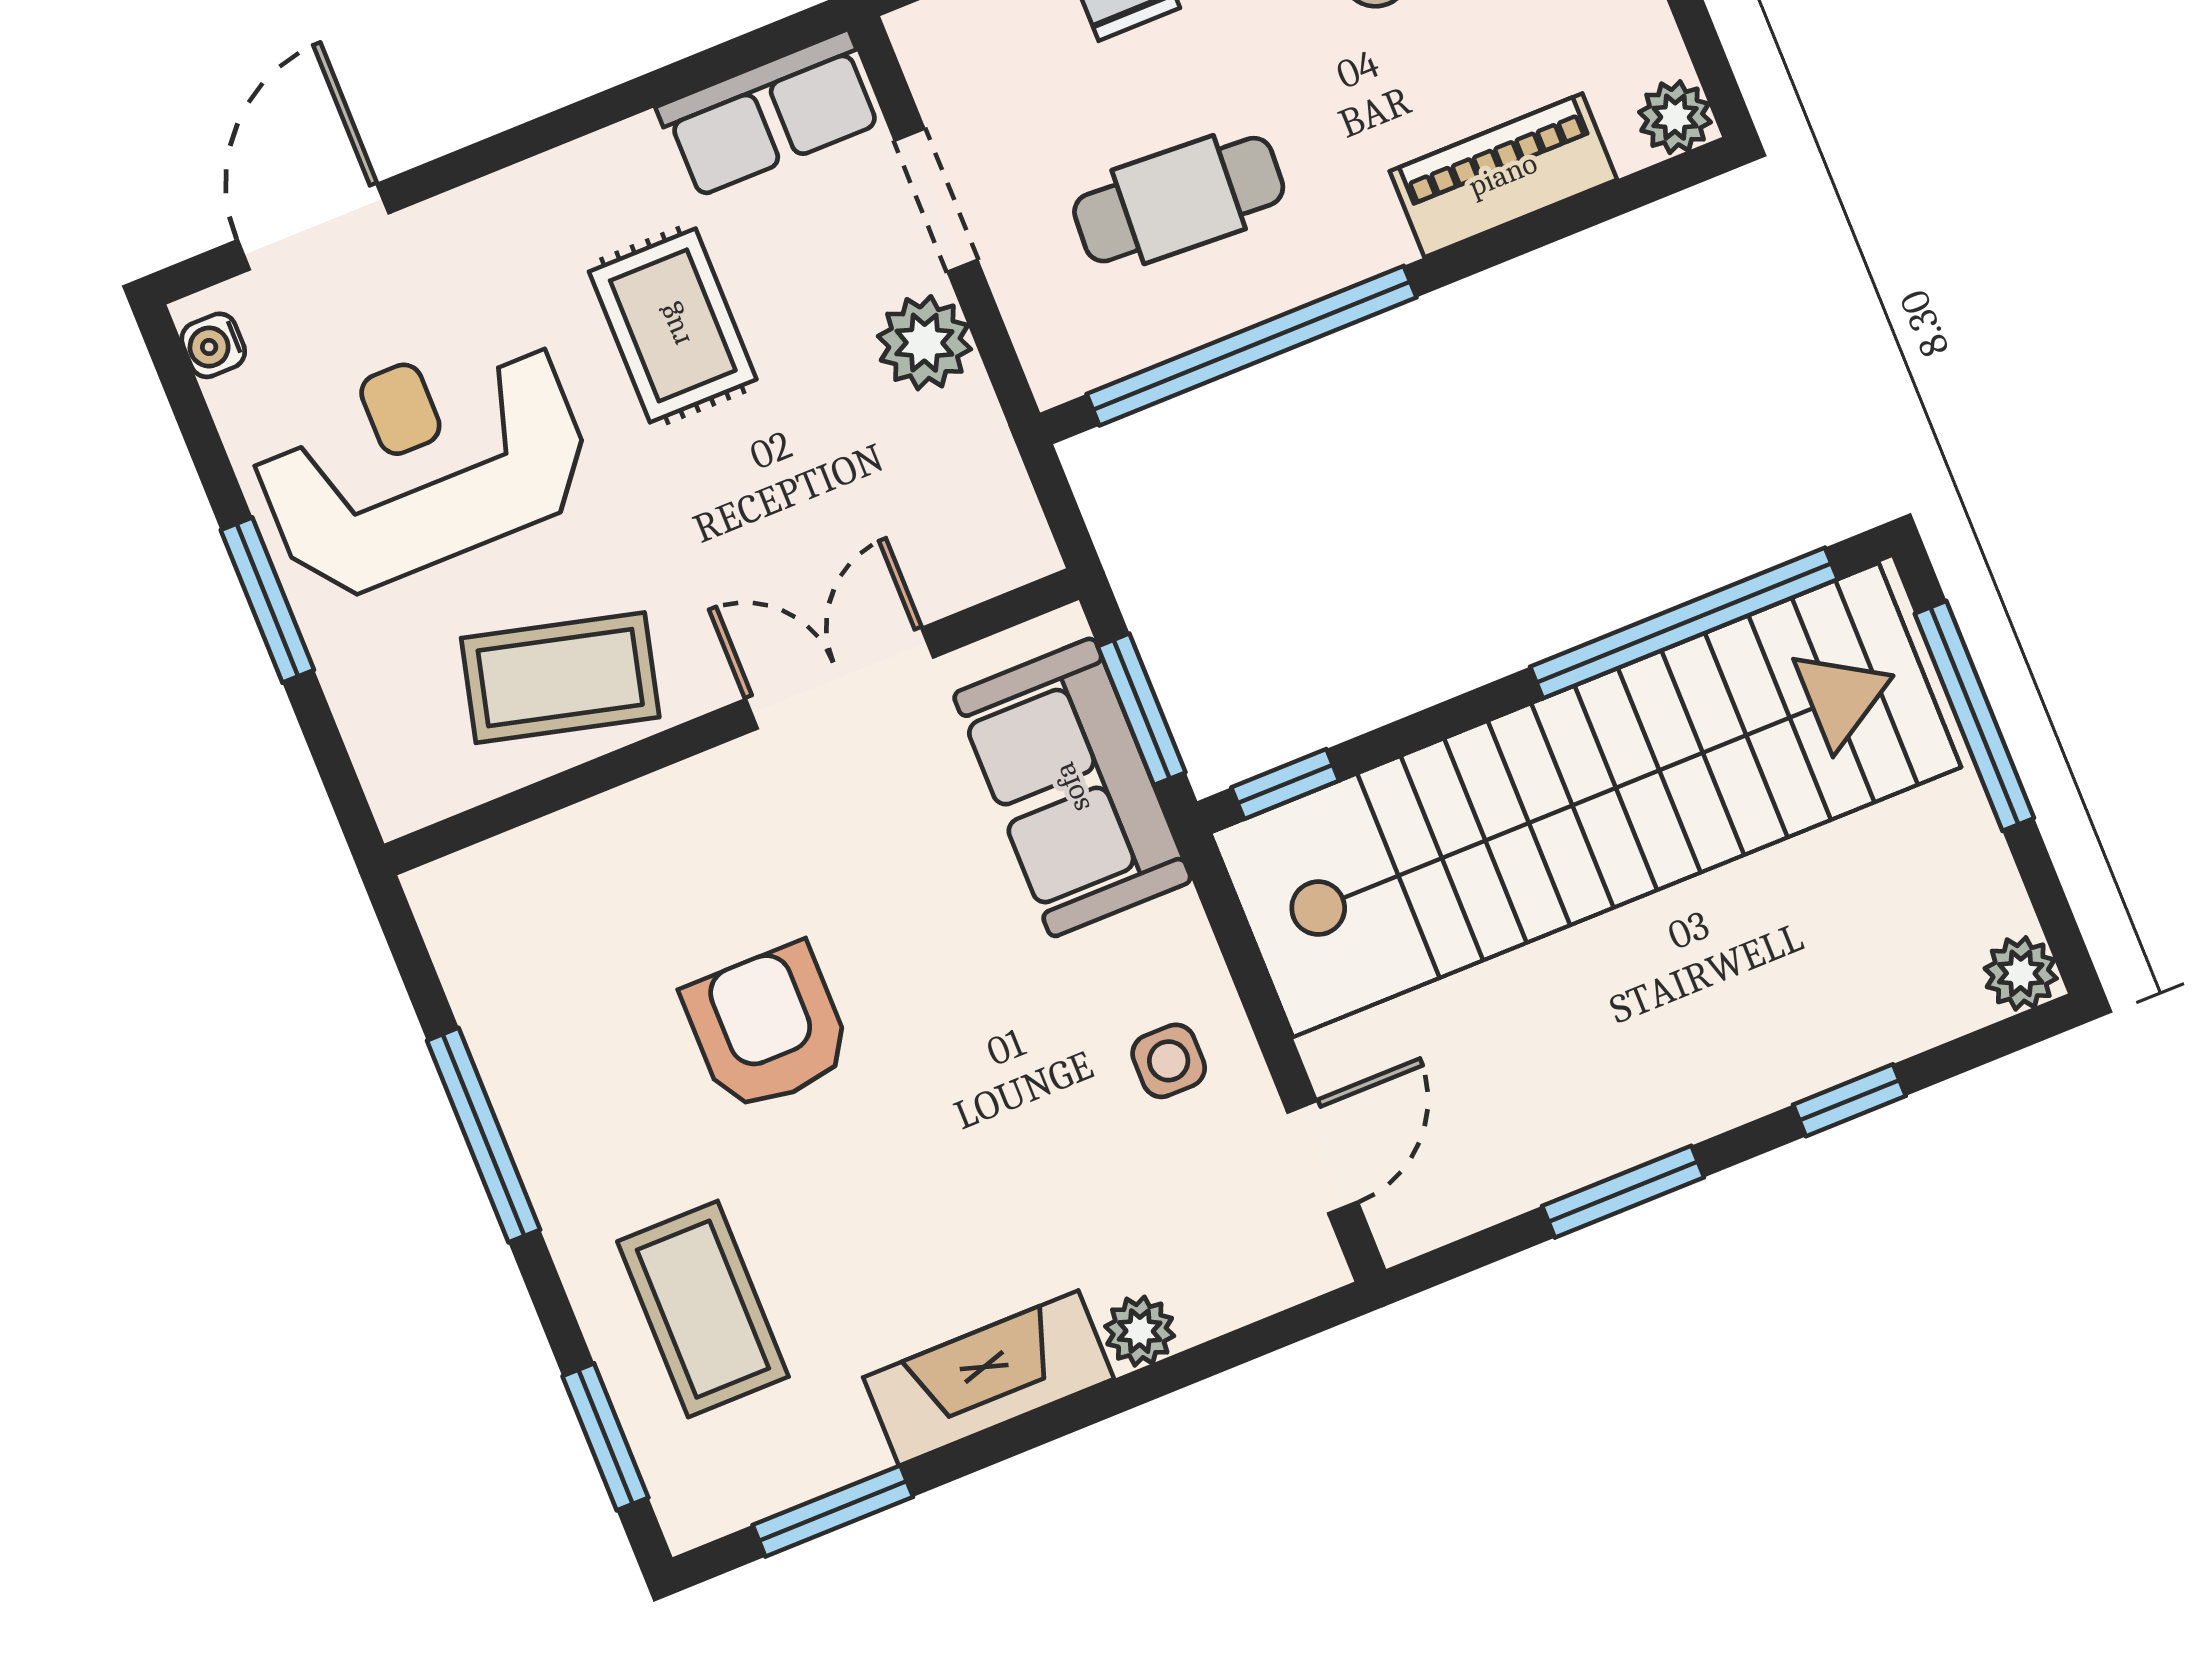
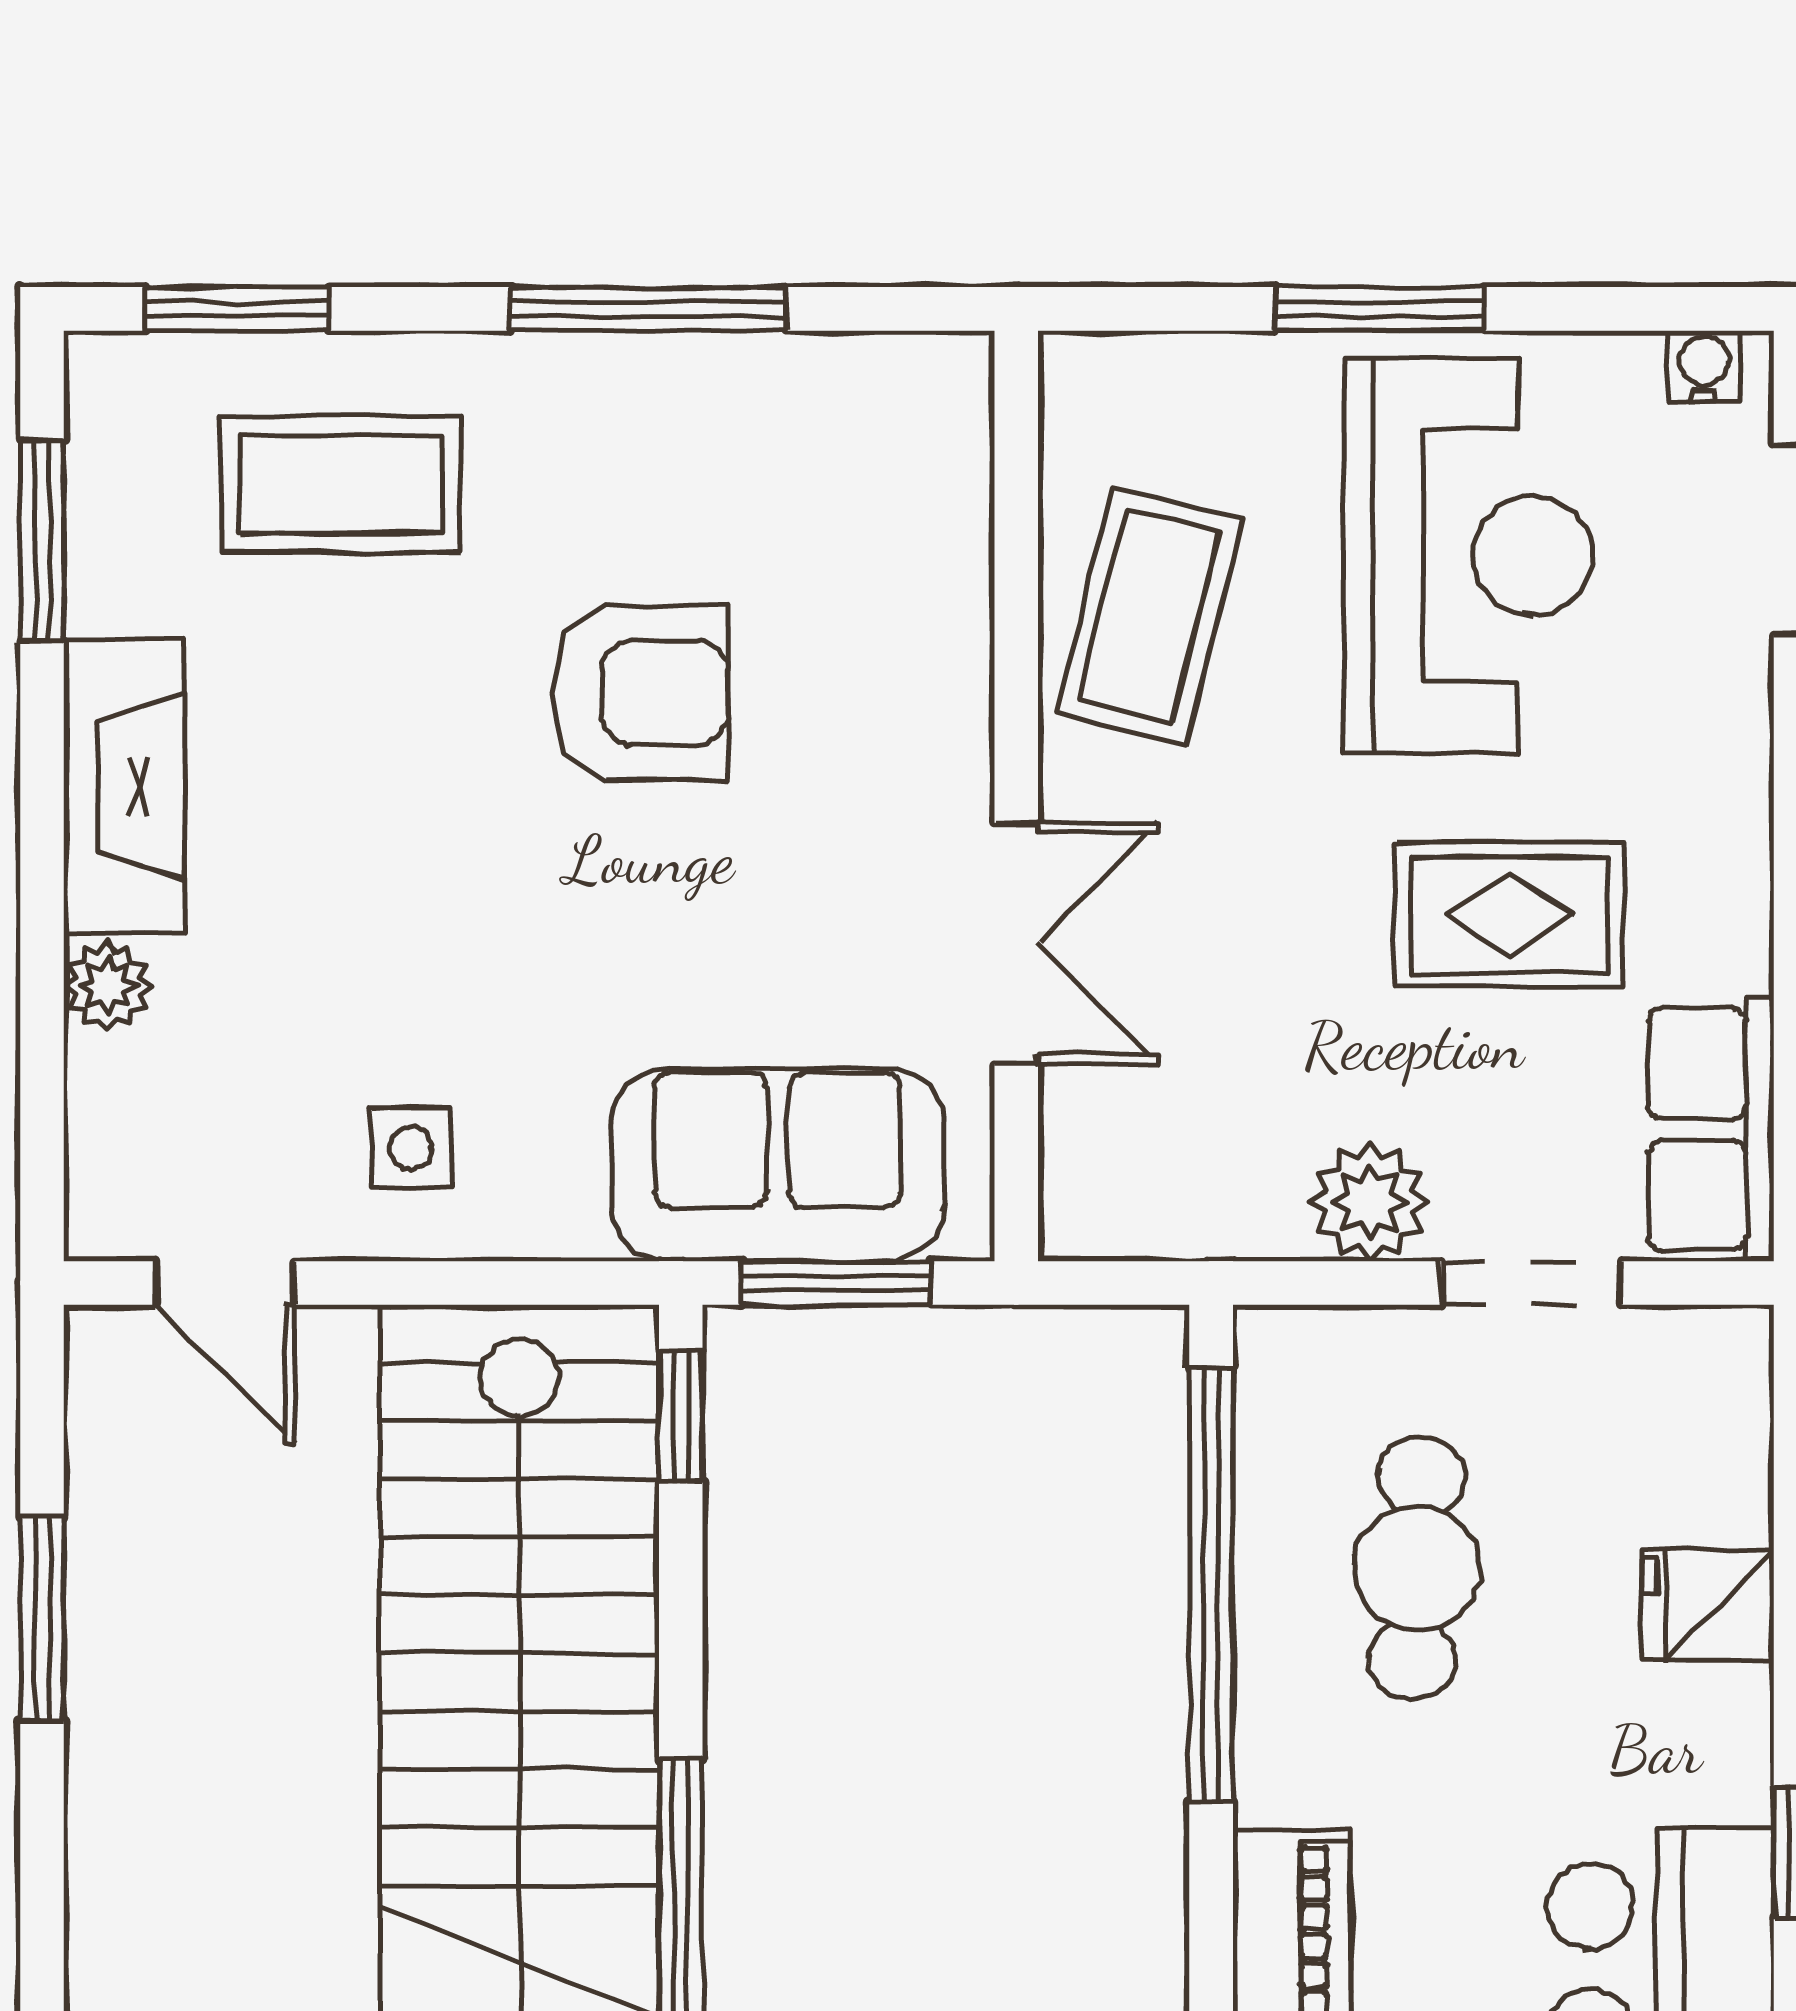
window: (1849, 1100) -> (42, 1928), removed

